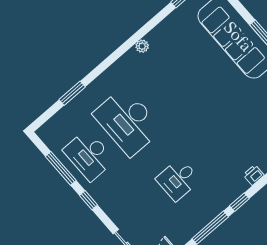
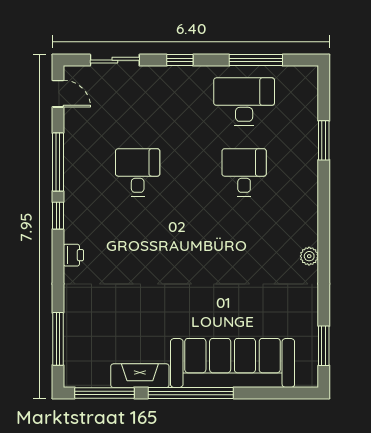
desk: (127, 121) -> (244, 172), width x0.53, depth x0.77
window: (88, 200) -> (180, 60), moved

